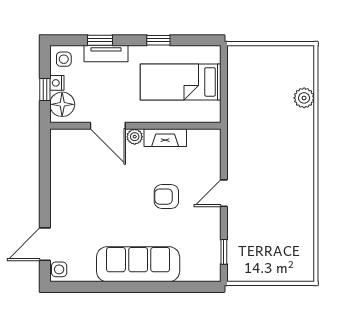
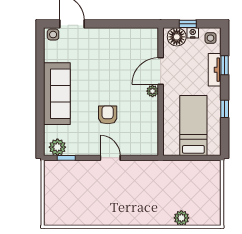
fireplace: (165, 138) -> (152, 114), removed
plant: (210, 264) -> (57, 147), added

